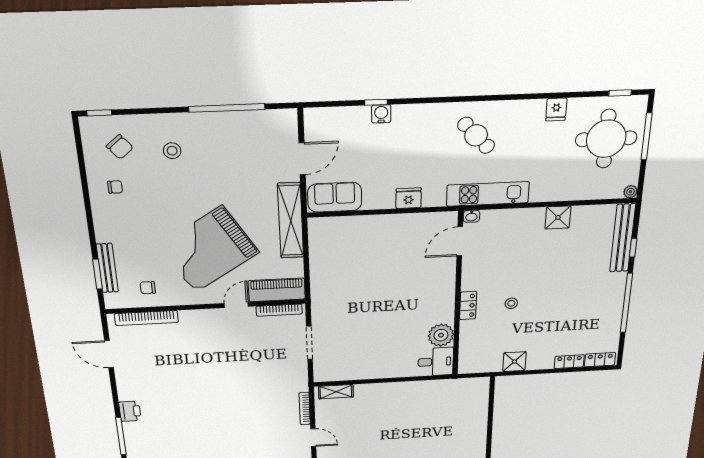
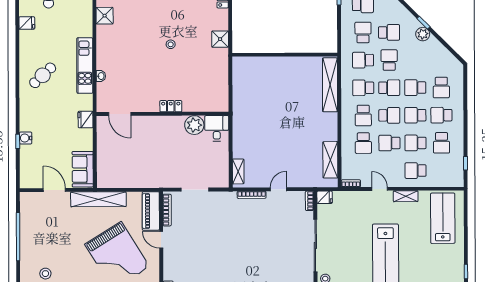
door: (460, 241) -> (120, 114), moved
wall: (458, 296) -> (163, 114), moved
locker: (468, 305) -> (171, 106), moved
plant: (441, 335) -> (194, 125), moved
desk: (436, 362) -> (217, 128), moved

